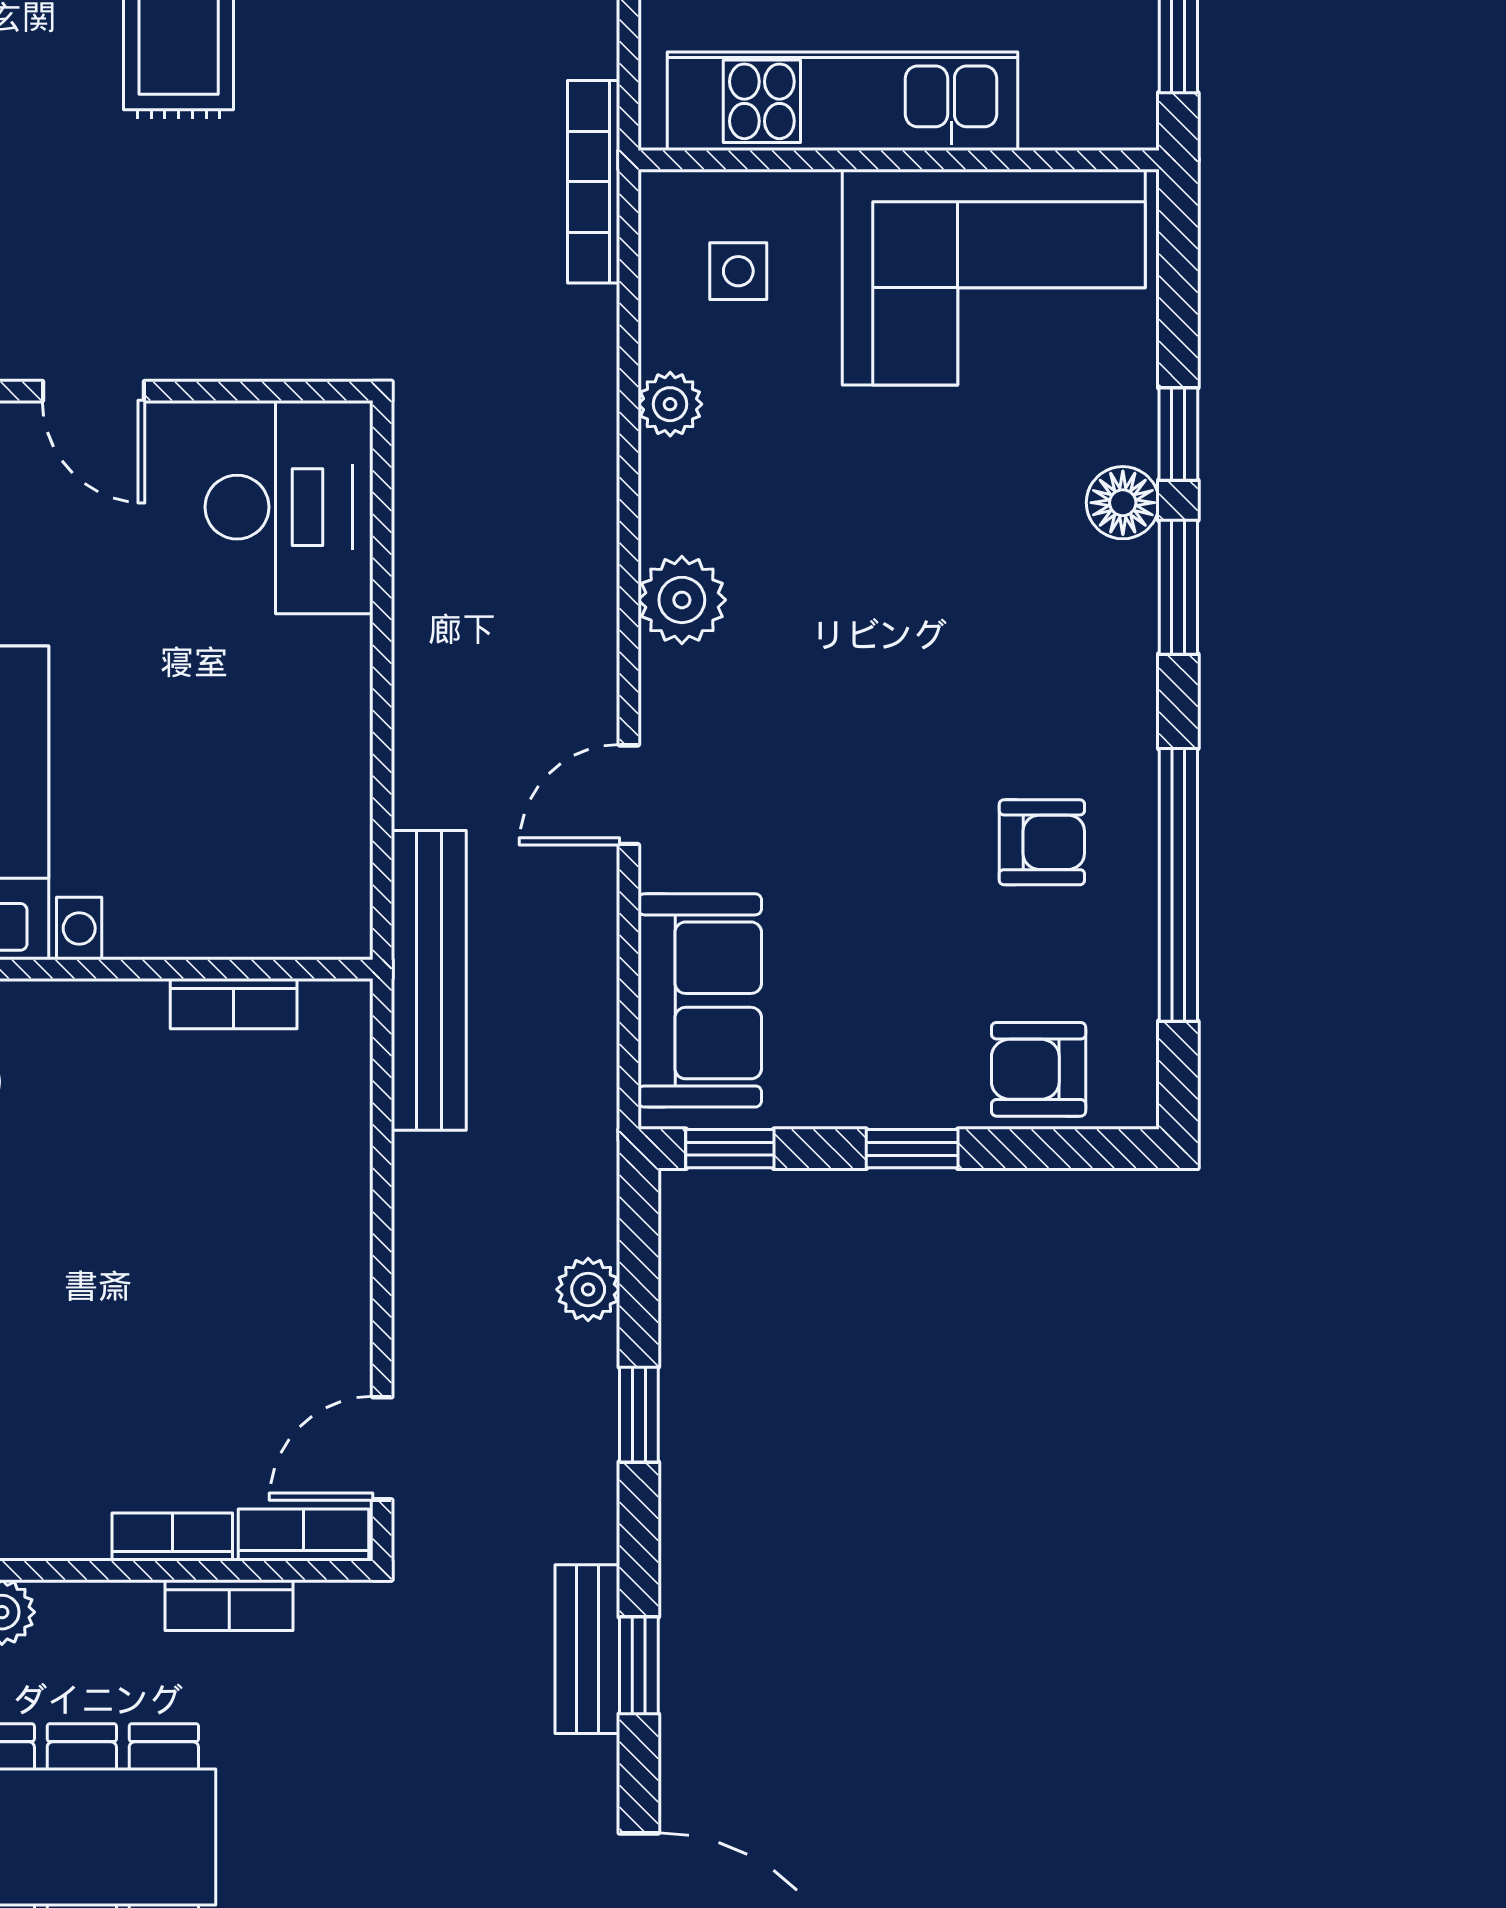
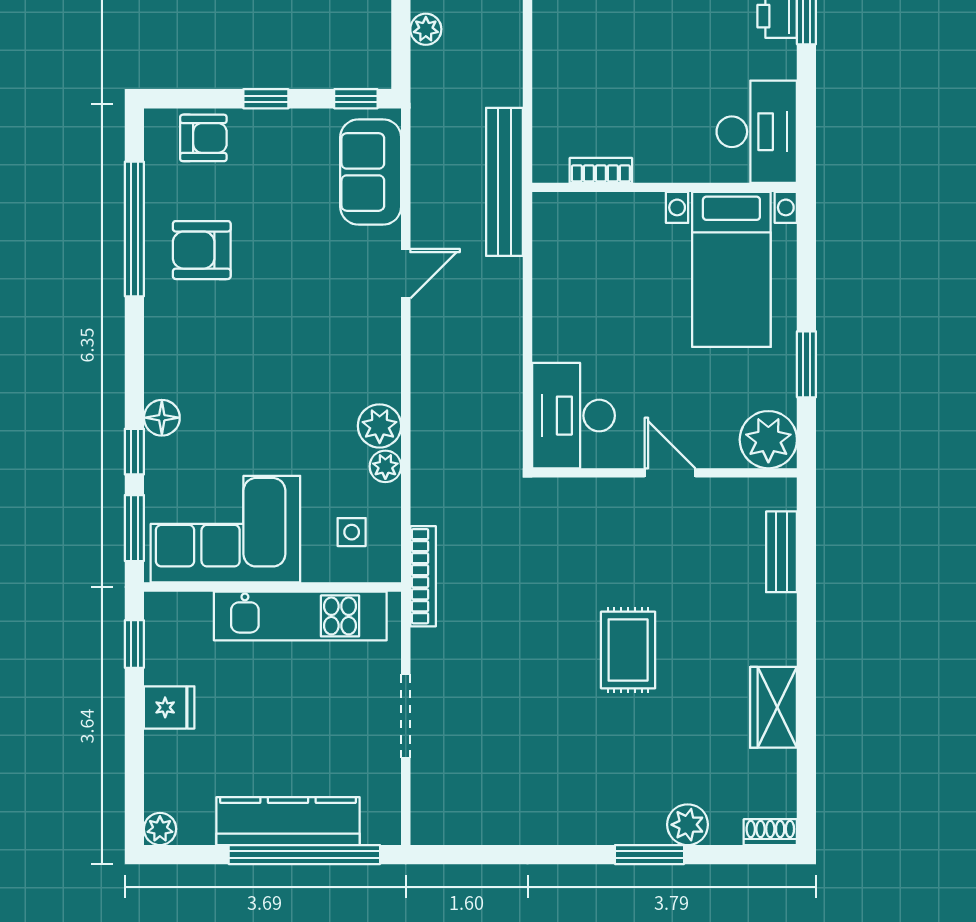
window: (1178, 587) -> (134, 528), moved
plant: (682, 600) -> (380, 426), moved
armchair: (1042, 842) -> (202, 250), width x1.38, depth x1.38

